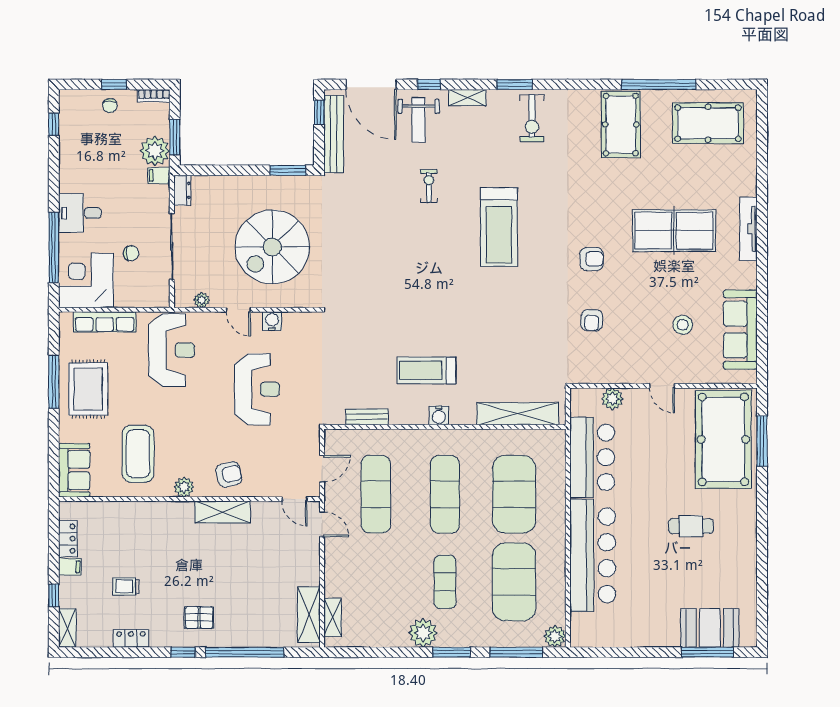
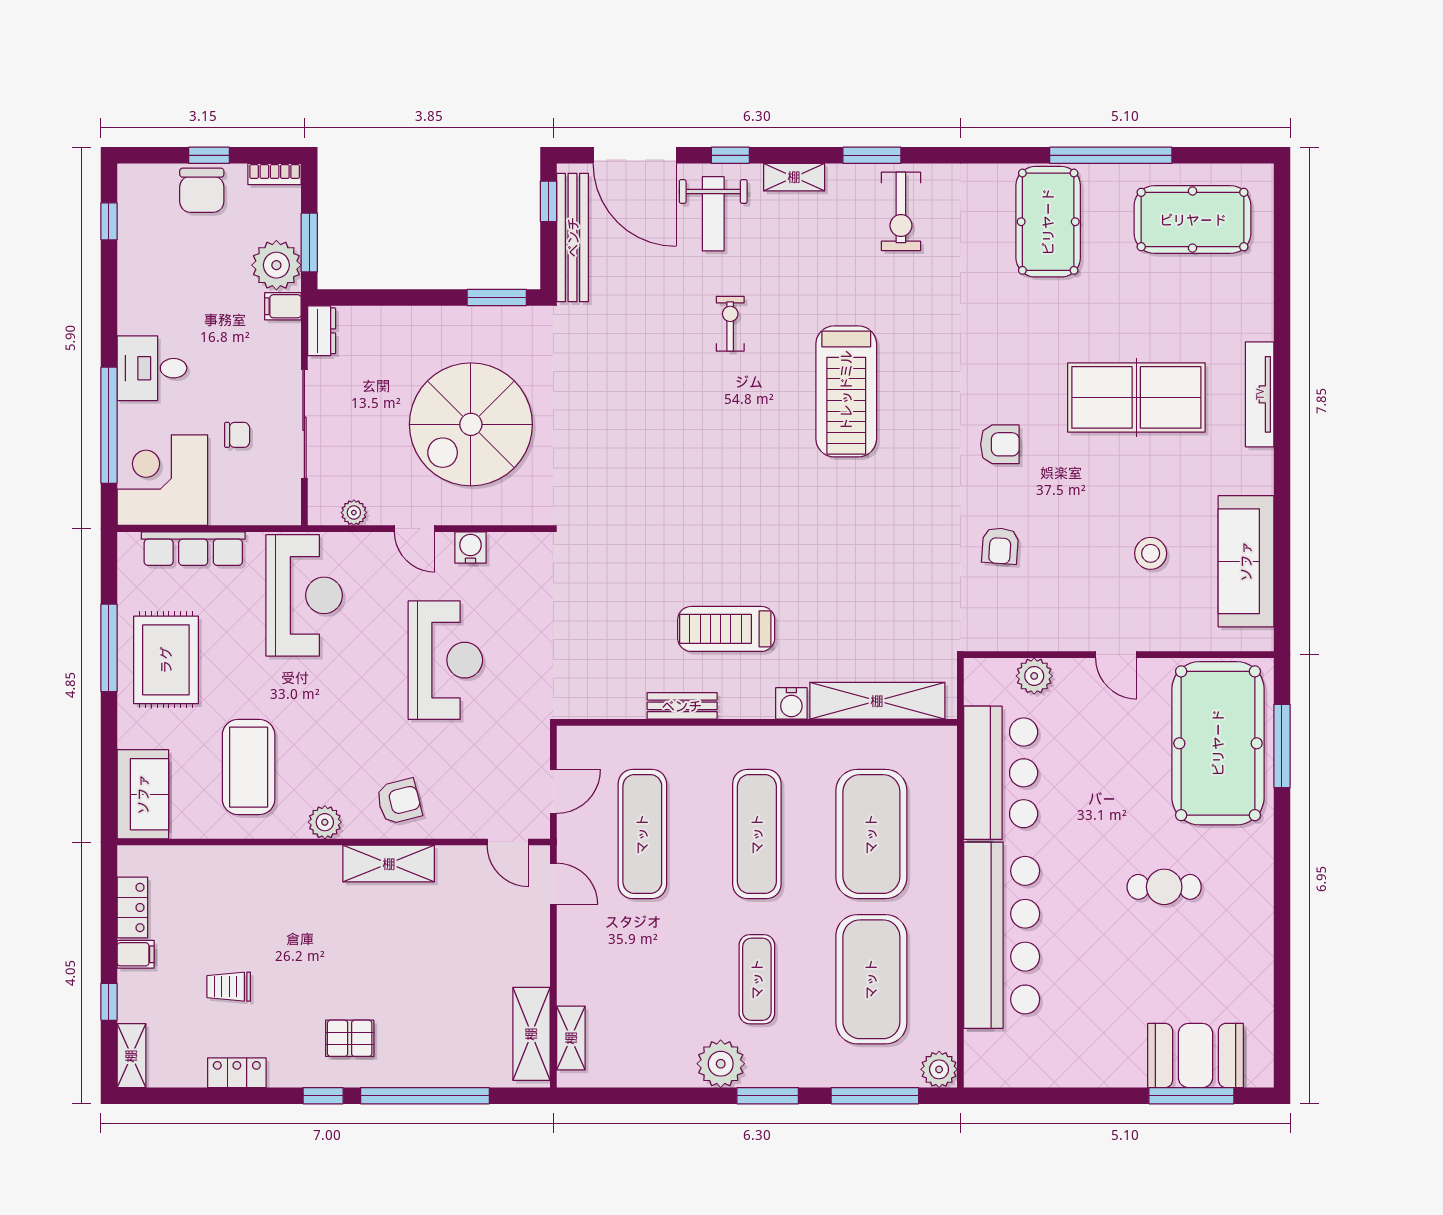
chair: (110, 106) -> (202, 190), width x1.87, depth x1.87
water cooler: (439, 415) -> (791, 703), moved
bench: (367, 417) -> (682, 706), moved

